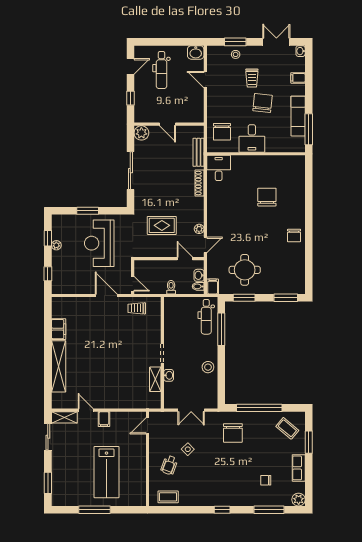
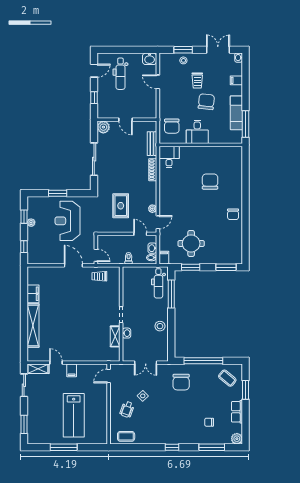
rug: (162, 225) -> (121, 206), turned 90

